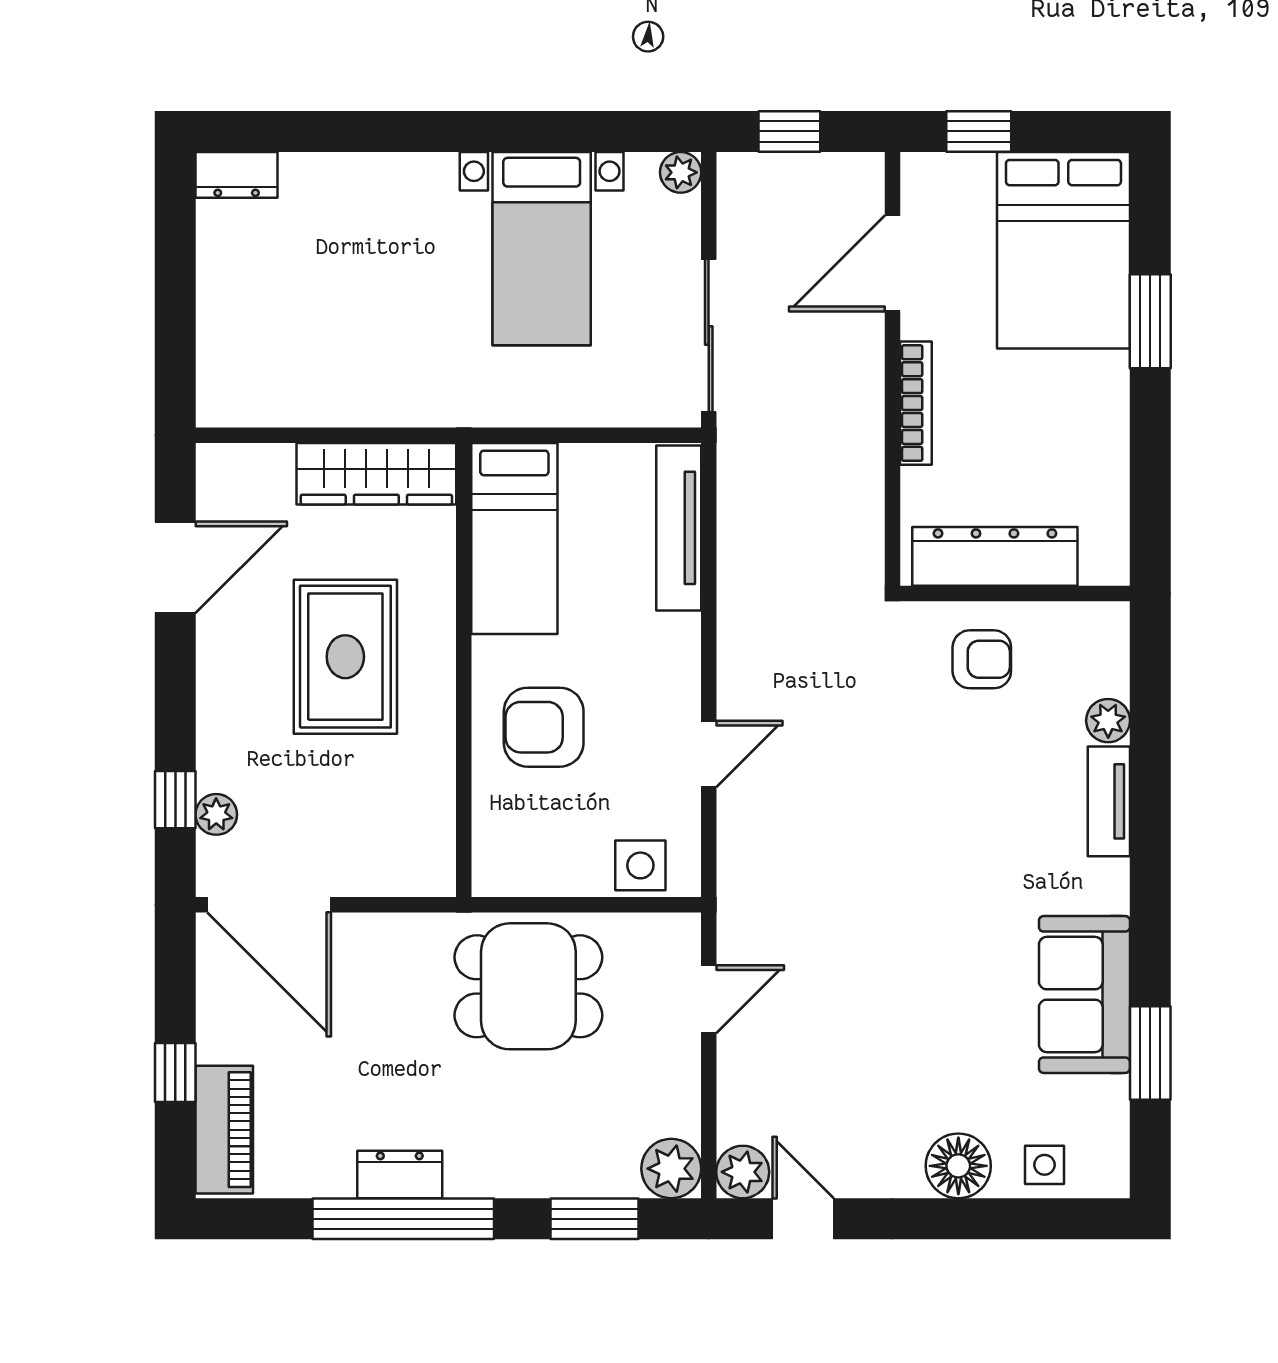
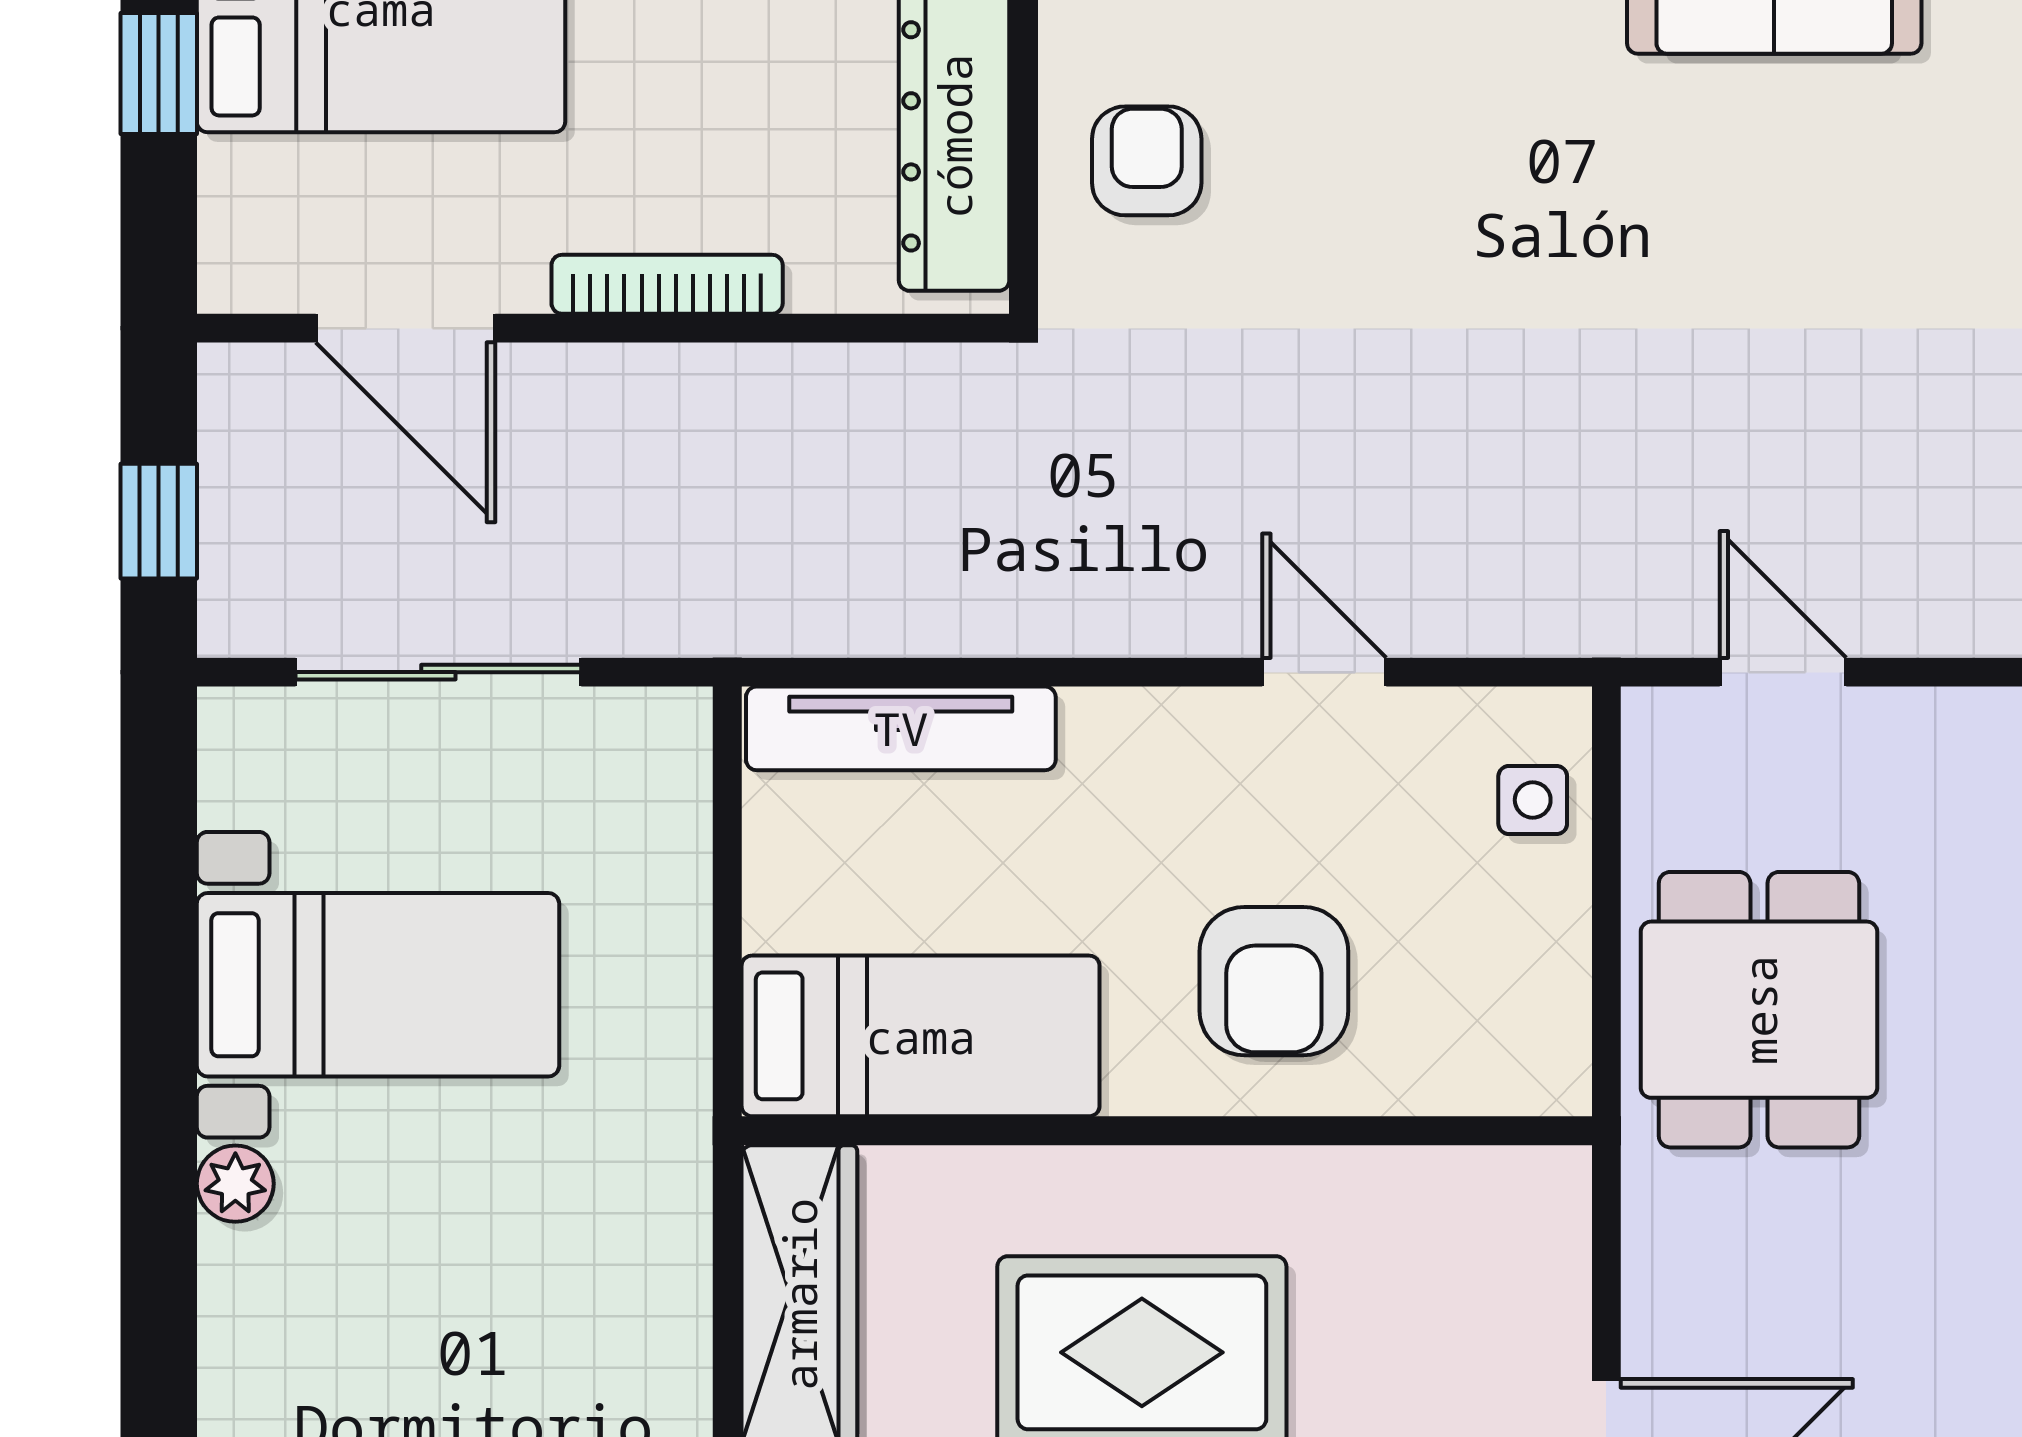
window: (979, 131) -> (159, 73), moved
plant: (681, 172) -> (235, 1184), moved
sliding door: (709, 335) -> (438, 672), moved
side table: (640, 865) -> (1533, 800), width x0.73, depth x0.73

